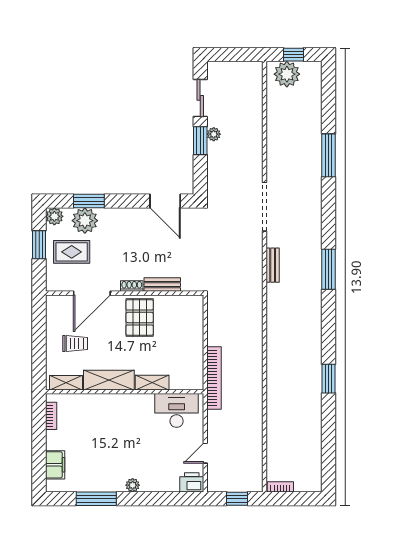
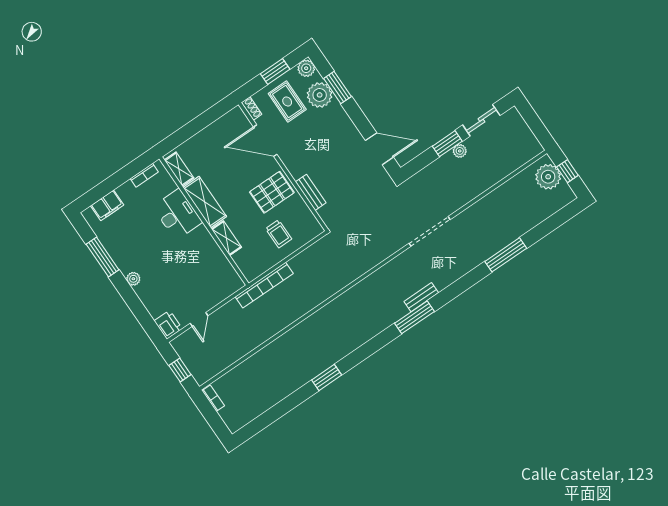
door: (165, 201) -> (379, 149), swing flipped
bench: (273, 265) -> (421, 297), moved
shoe rack: (132, 286) -> (252, 108), moved
trolley: (75, 343) -> (279, 234), moved
desk: (177, 410) -> (177, 214), moved
door: (205, 453) -> (199, 319), swing flipped

